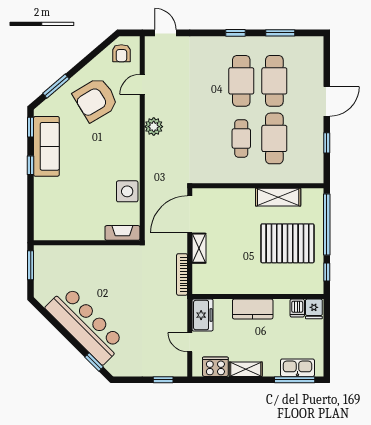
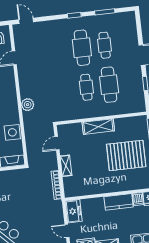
cafe table: (274, 81) -> (105, 45), width x0.73, depth x0.74
plant: (154, 127) -> (28, 105), moved
shelving: (278, 197) -> (98, 127), moved
door: (190, 214) -> (57, 143), width x0.53
kitchen counter: (253, 309) -> (119, 202), moved

